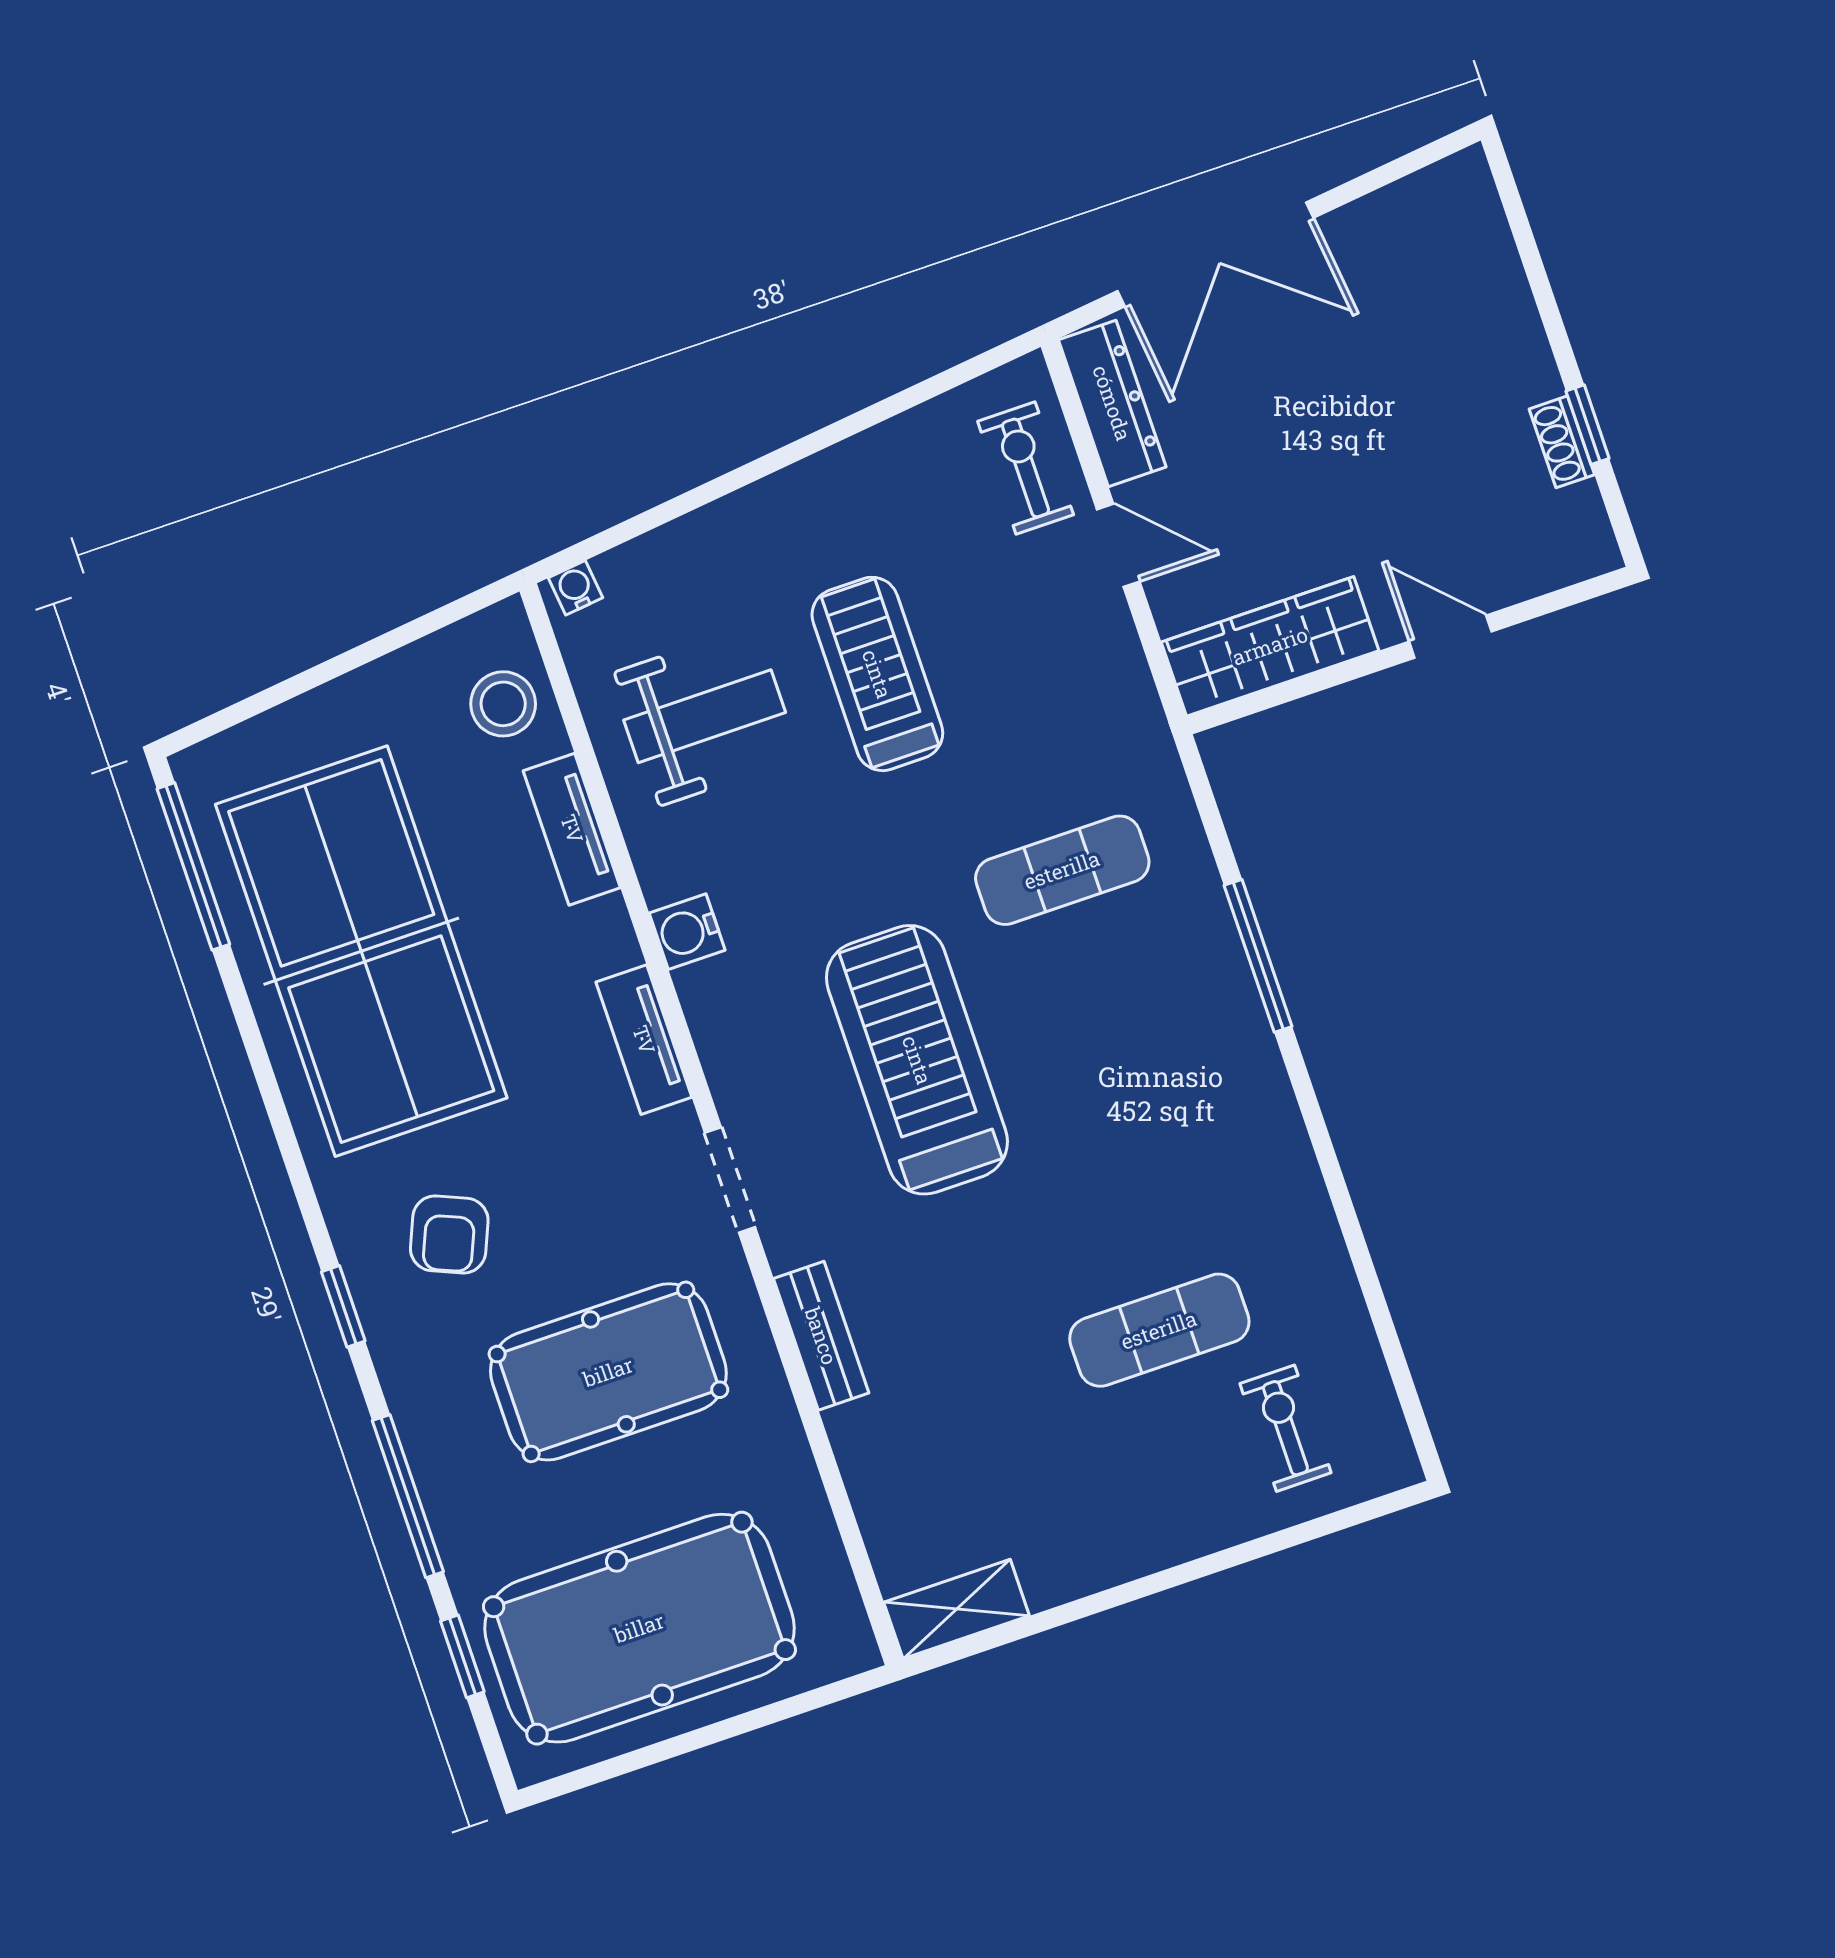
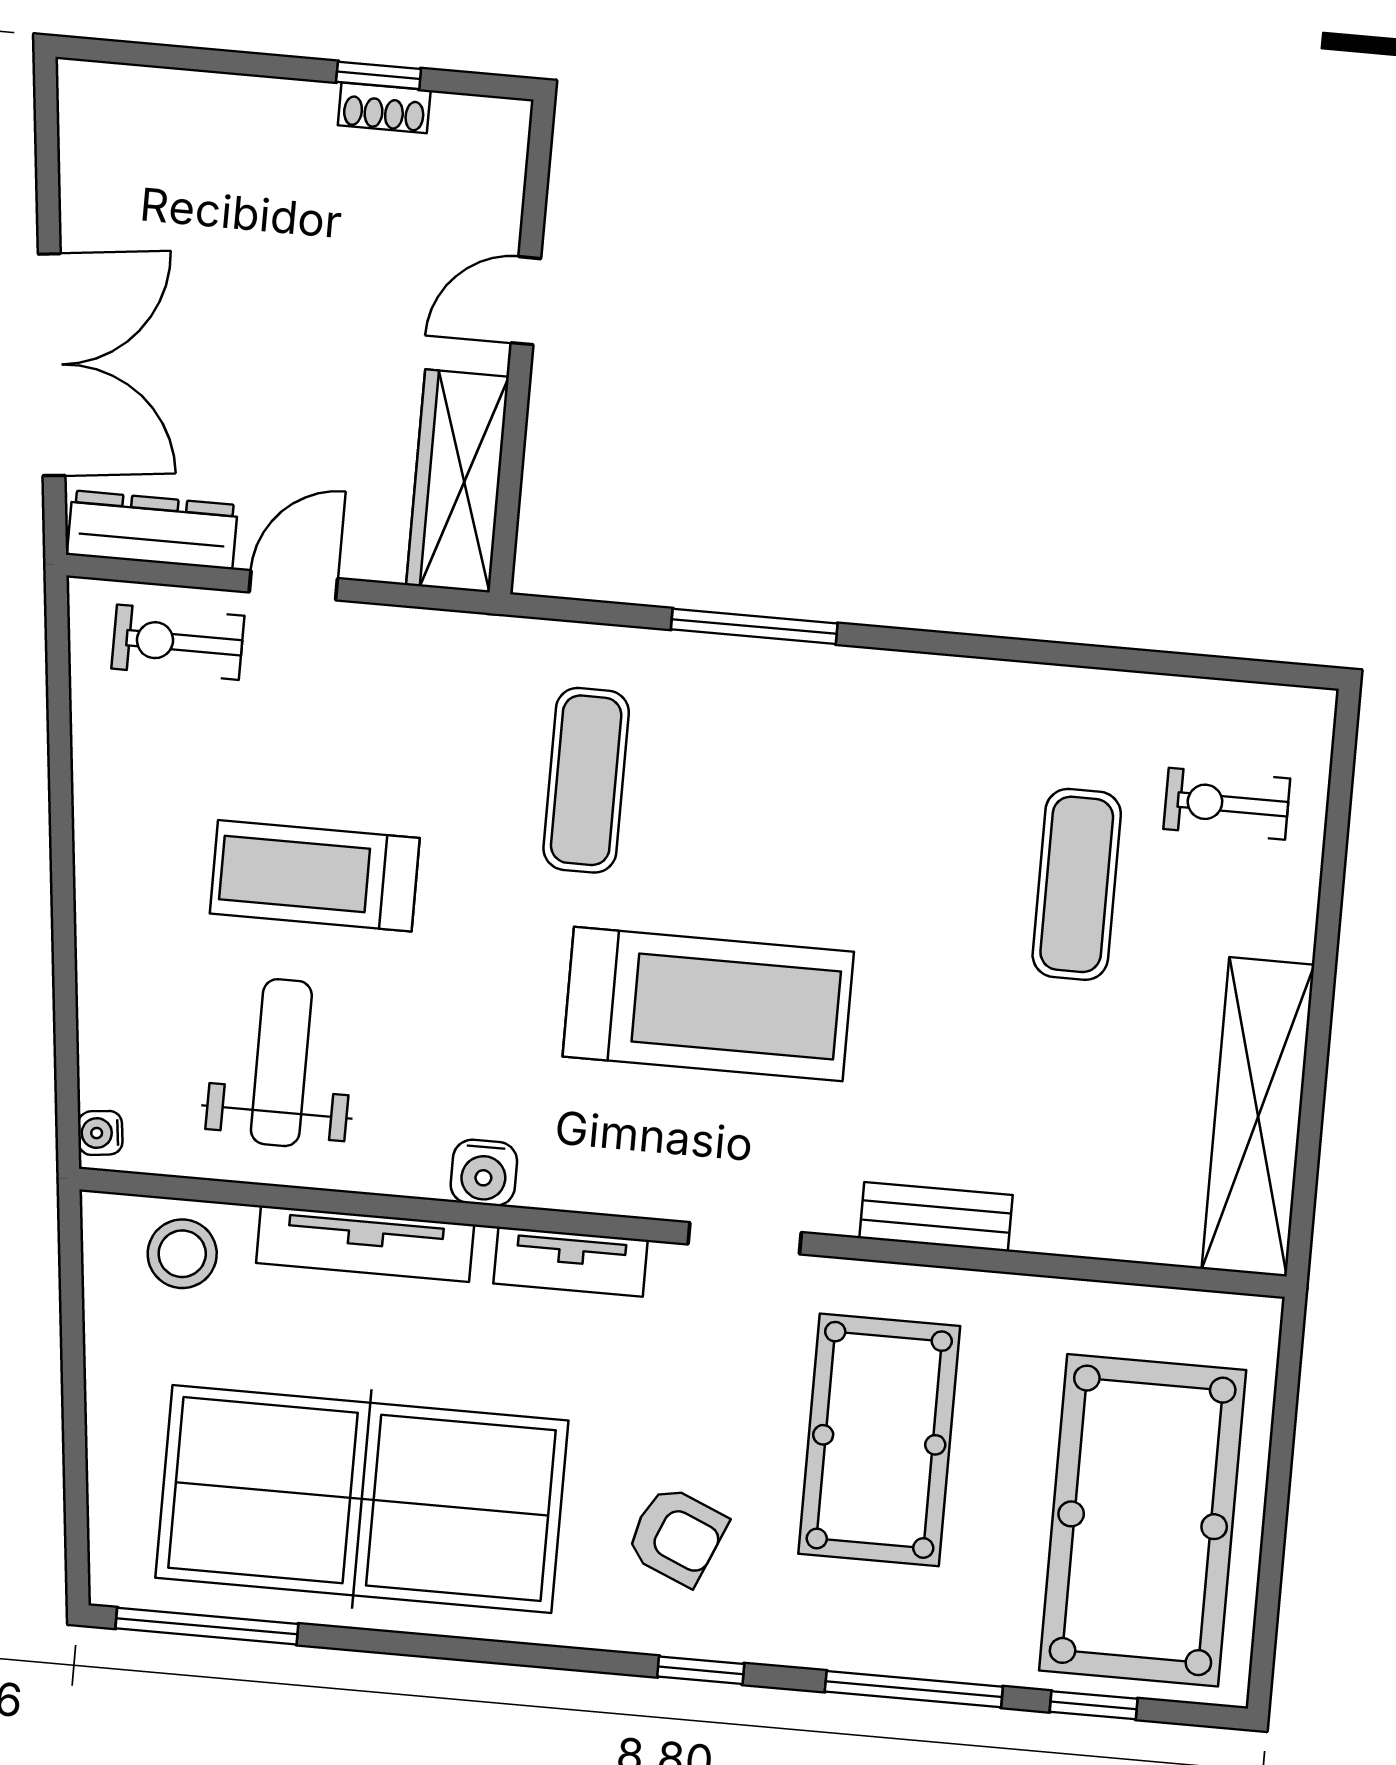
tv unit: (572, 829) -> (365, 1244), width x1.41
treadmill: (917, 1060) -> (708, 1004), turned 180
shelving: (957, 1609) -> (1258, 1117), width x2.20, depth x1.33

